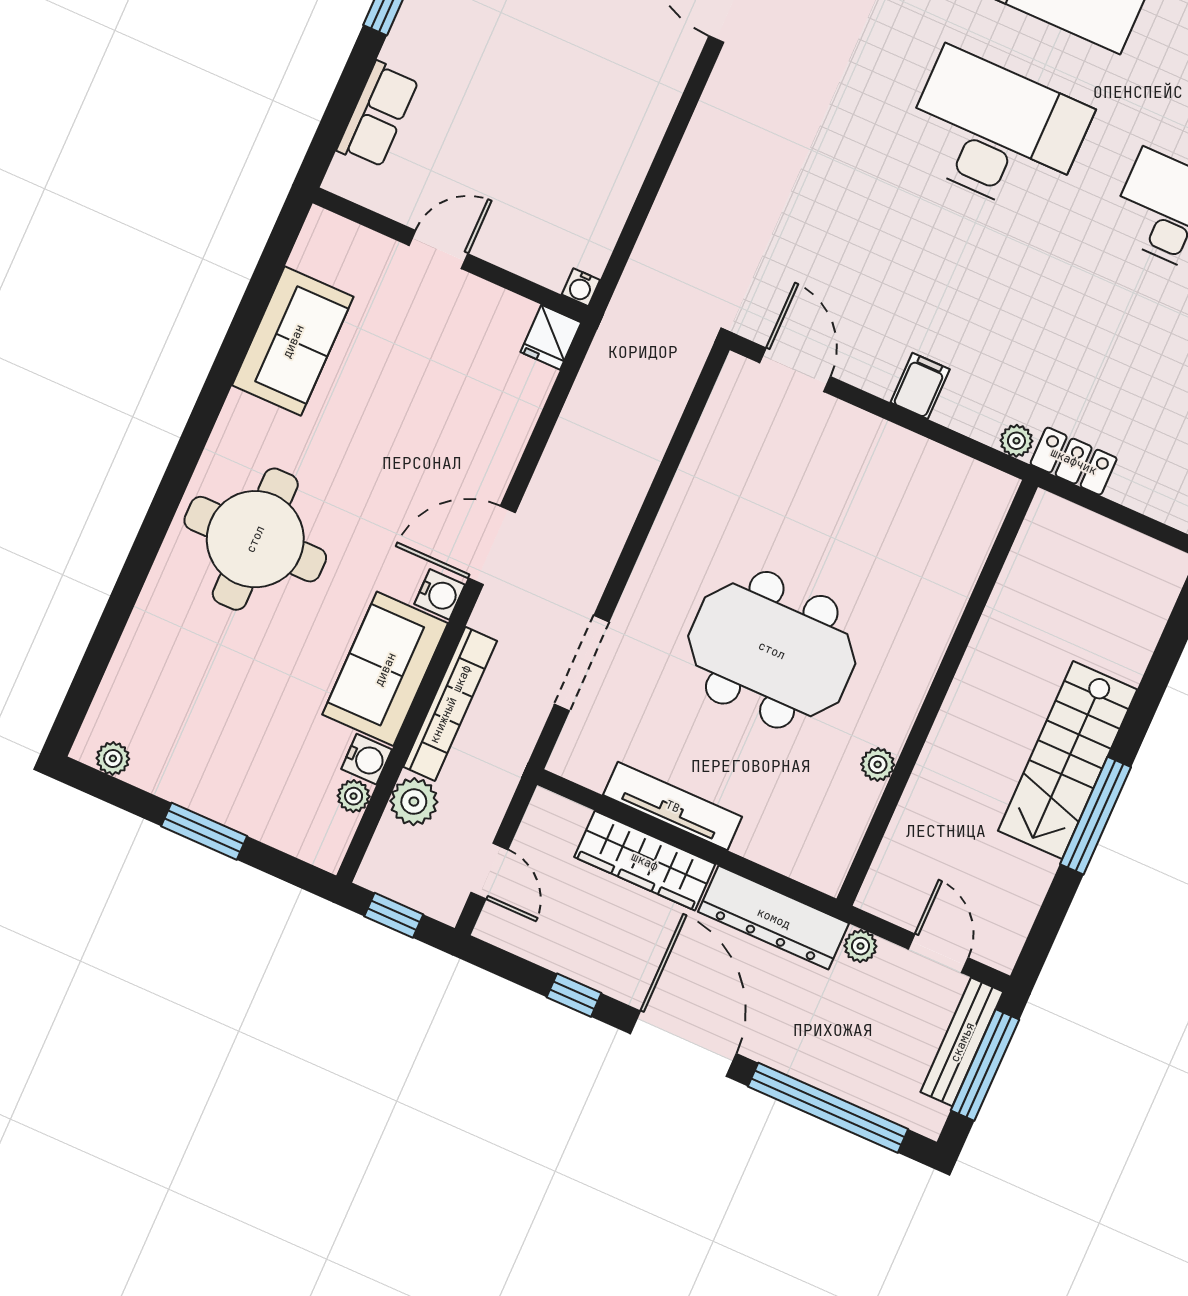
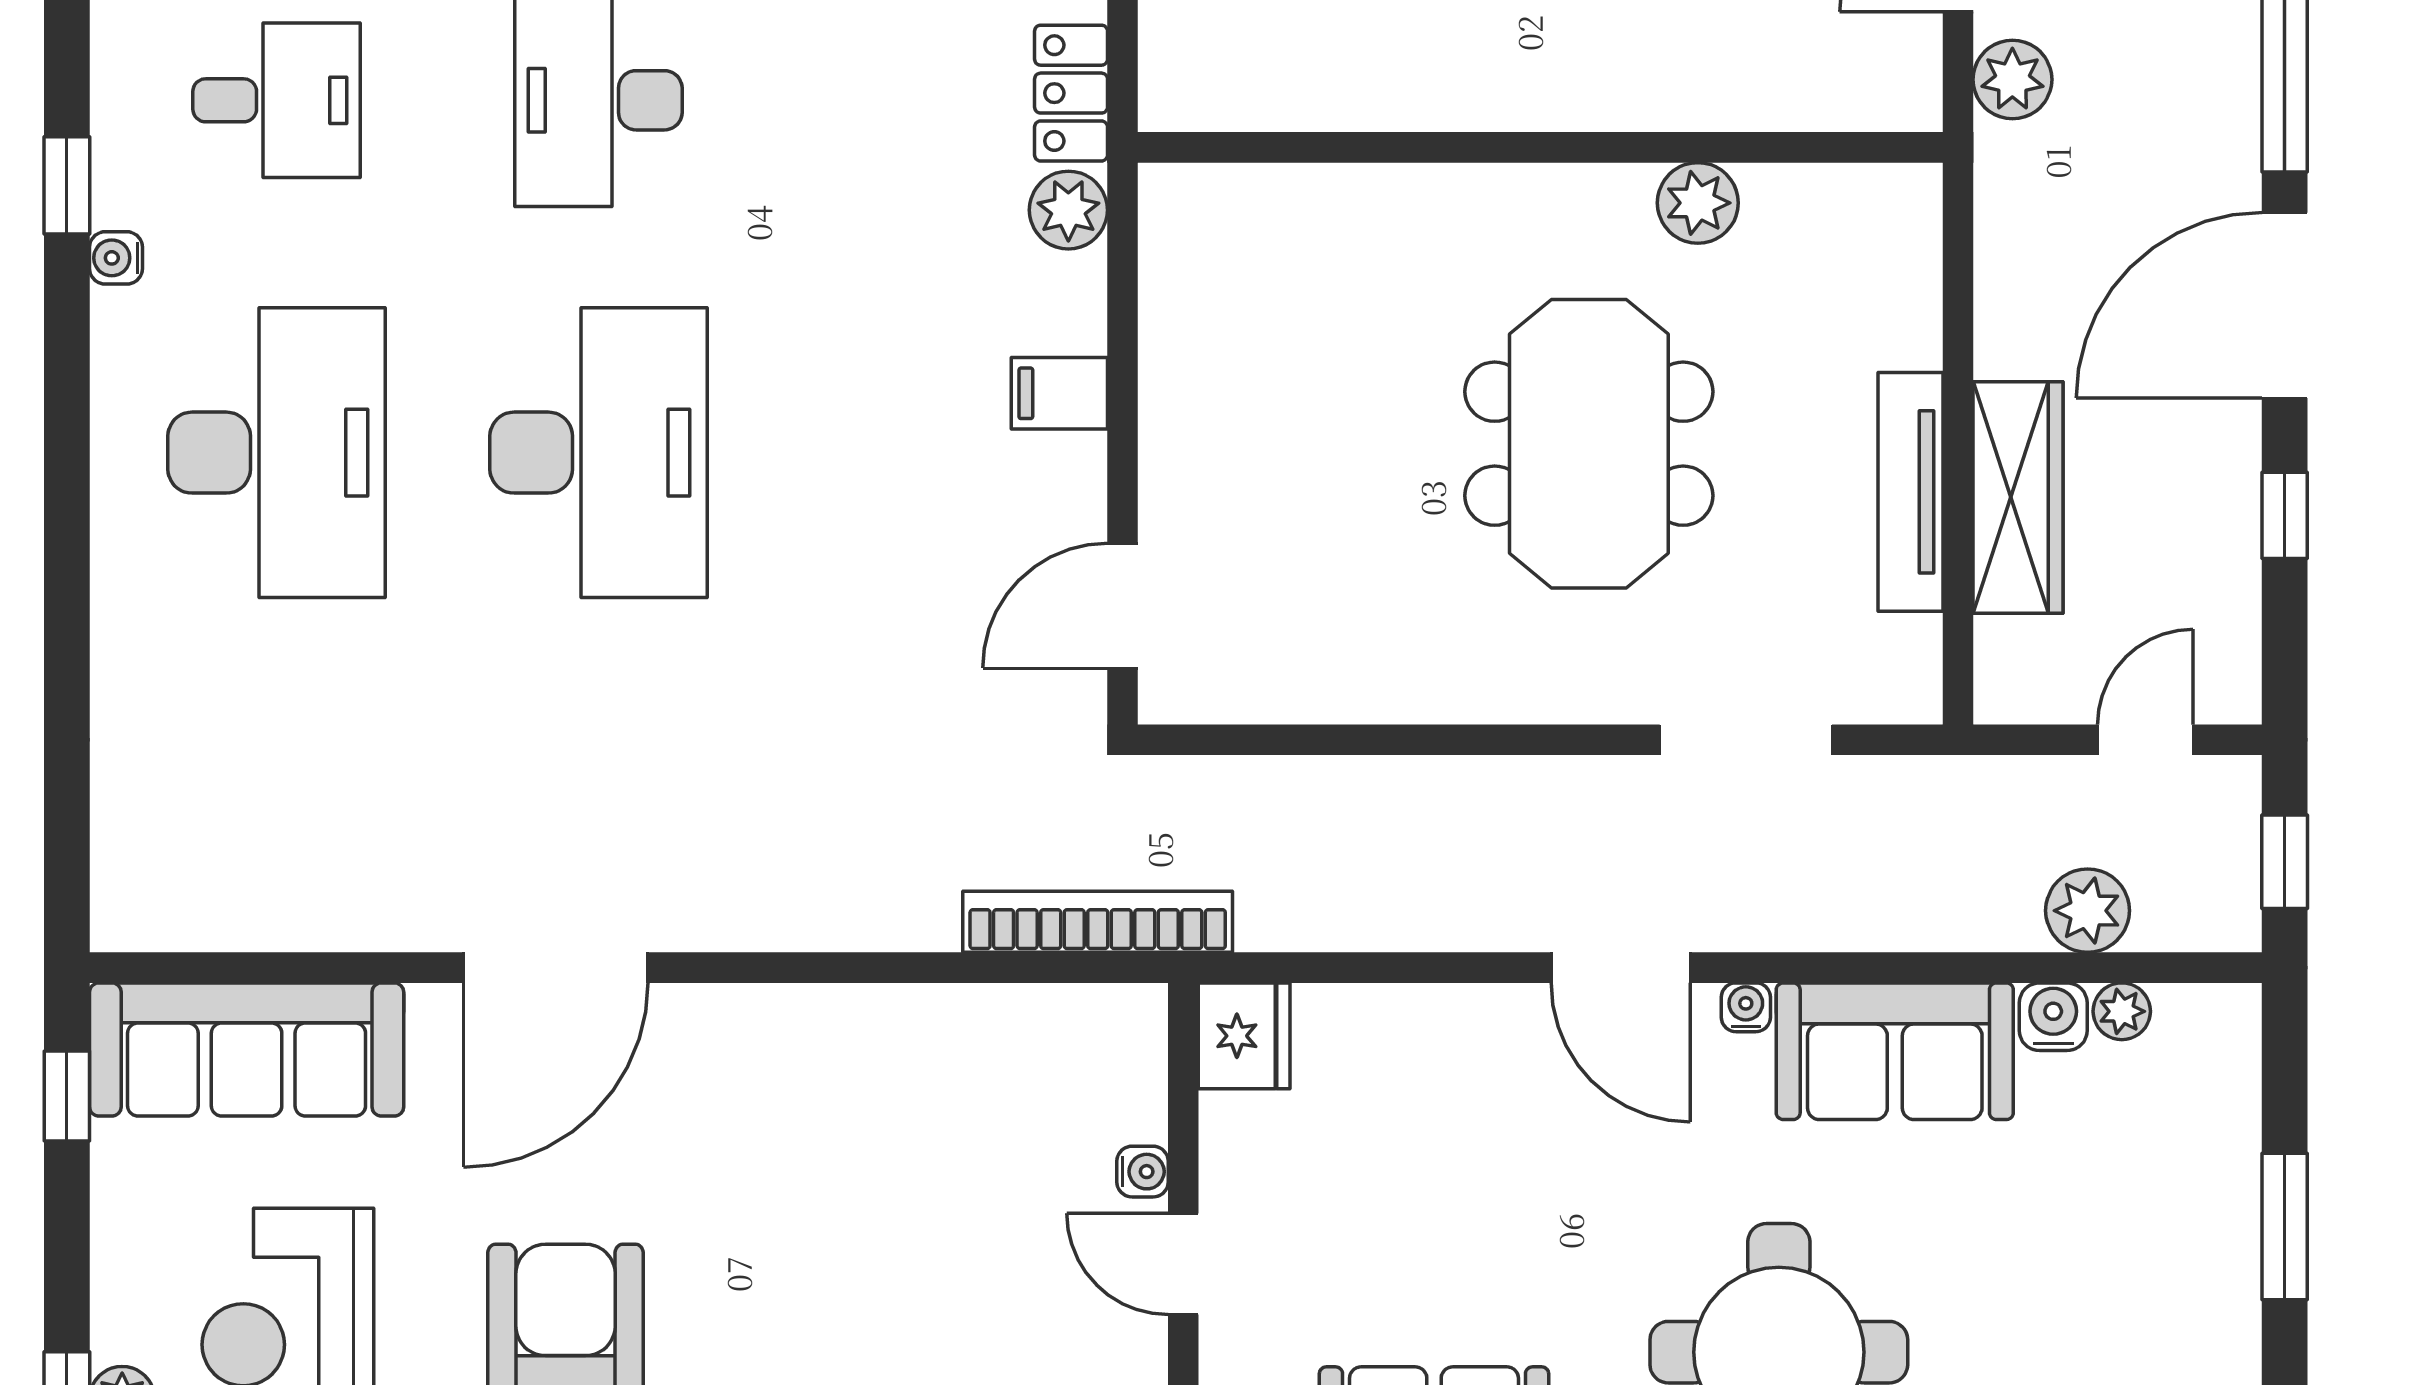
desk: (995, 132) -> (598, 453), turned 180
water cooler: (581, 287) -> (1143, 1172), moved
fridge: (551, 337) -> (1244, 1036), width x1.38
plant: (1016, 441) -> (1068, 210), width x1.38, depth x1.38
water cooler: (440, 594) -> (1746, 1007), width x0.72, depth x0.72
bookcase: (450, 704) -> (1098, 922), moved
plant: (878, 764) -> (1698, 203), width x1.38, depth x1.38
dresser: (774, 918) -> (2018, 250), removed
plant: (860, 946) -> (2012, 80), width x1.38, depth x1.38

